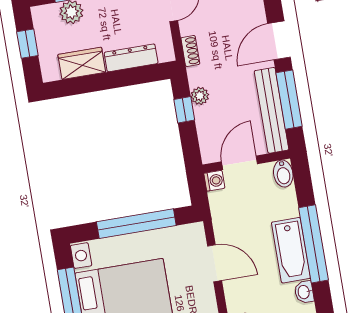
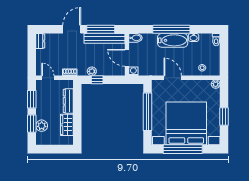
door: (279, 40) -> (72, 29), swing flipped
window: (27, 44) -> (53, 149), removed
door: (215, 263) -> (173, 78), hinge flipped

